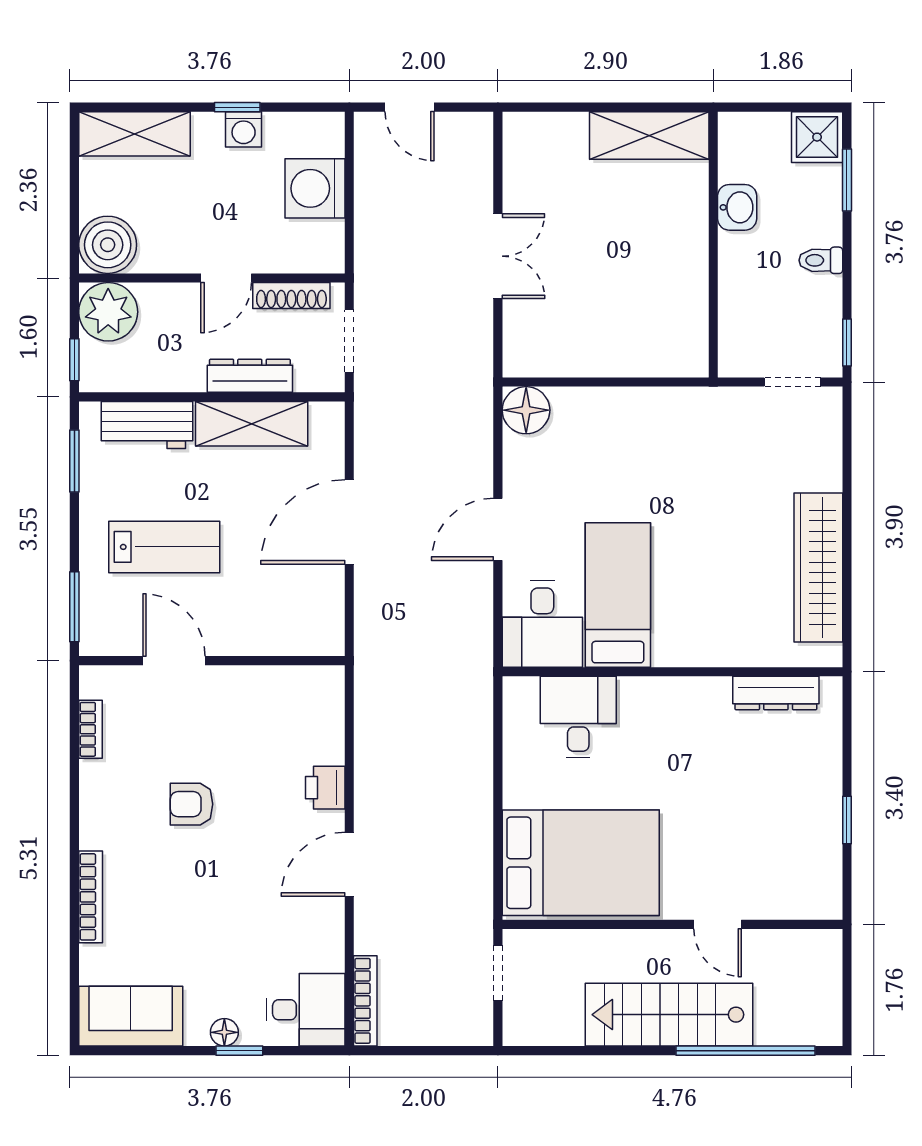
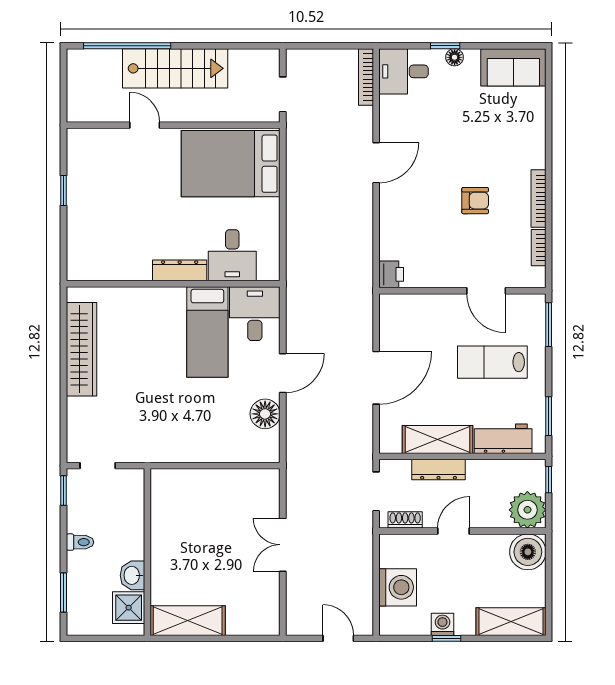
shower: (817, 137) -> (129, 608), moved
shoe rack: (291, 296) -> (405, 520), width x0.70
floor lamp: (526, 410) -> (265, 414), moved
dresser: (776, 693) -> (180, 270), moved
printer: (325, 788) -> (391, 274), moved
bookcase: (91, 897) -> (538, 199), moved

